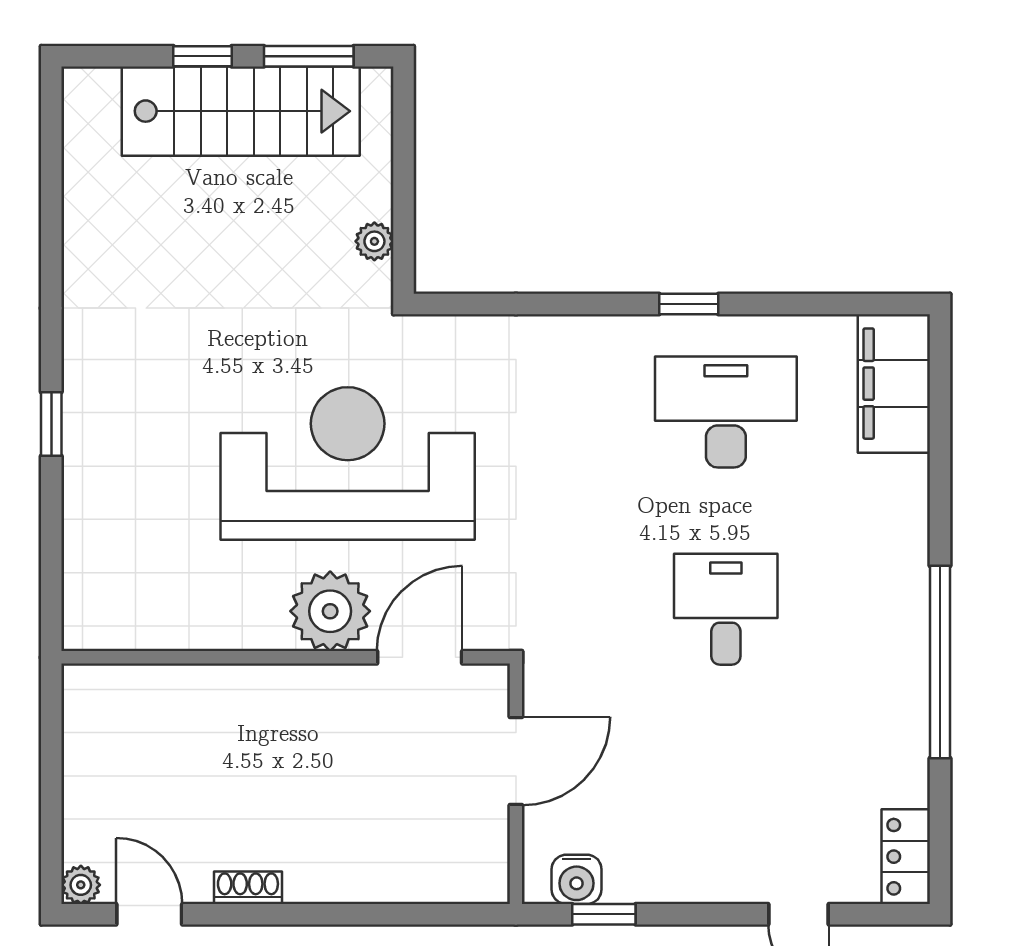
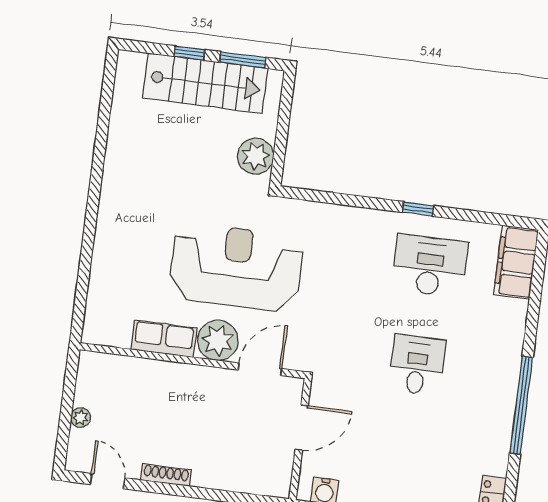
plant: (374, 241) -> (256, 156), width x1.88, depth x1.88
window: (51, 424) -> (90, 228), removed
row of seats: (224, 622) -> (164, 339), added
plant: (81, 885) -> (81, 418), moved
shoe rack: (248, 888) -> (166, 475), width x1.43

